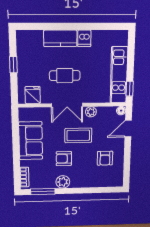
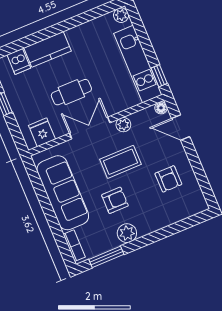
plant: (123, 36) -> (121, 15), added
dishwasher: (84, 38) -> (19, 61), moved
double door: (67, 105) -> (90, 128), swing flipped
door: (128, 129) -> (181, 128), hinge flipped
sofa: (31, 141) -> (63, 193), width x1.36
armchair: (64, 159) -> (115, 200), turned 180

